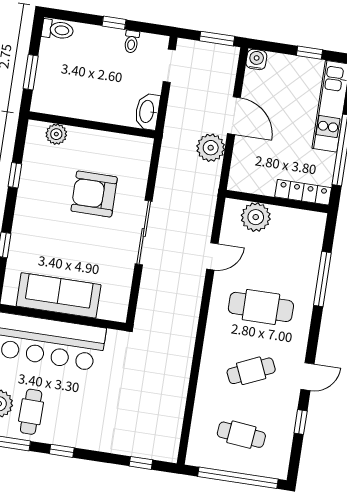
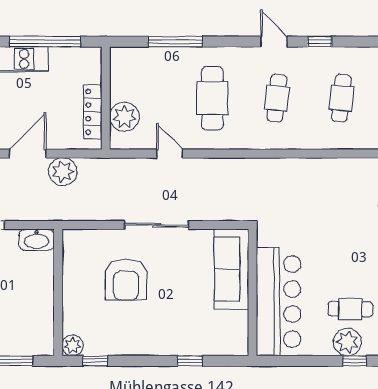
plant: (56, 134) -> (73, 345), moved
window: (15, 175) -> (95, 361), moved
locker: (303, 192) -> (93, 112), moved
sofa: (59, 295) -> (231, 269), moved
cafe table: (251, 371) -> (277, 98), turned 30

